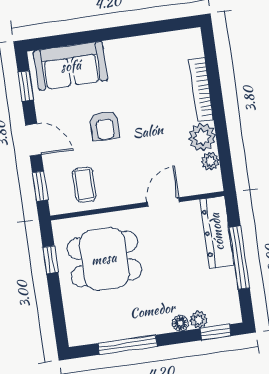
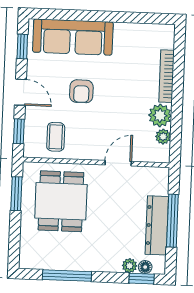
sofa: (71, 66) -> (73, 37), width x1.36
dresser: (217, 232) -> (157, 225), moved
dining table: (104, 259) -> (61, 201), turned 90
window: (50, 260) -> (16, 194), width x1.50
floor lamp: (180, 323) -> (145, 267), moved

